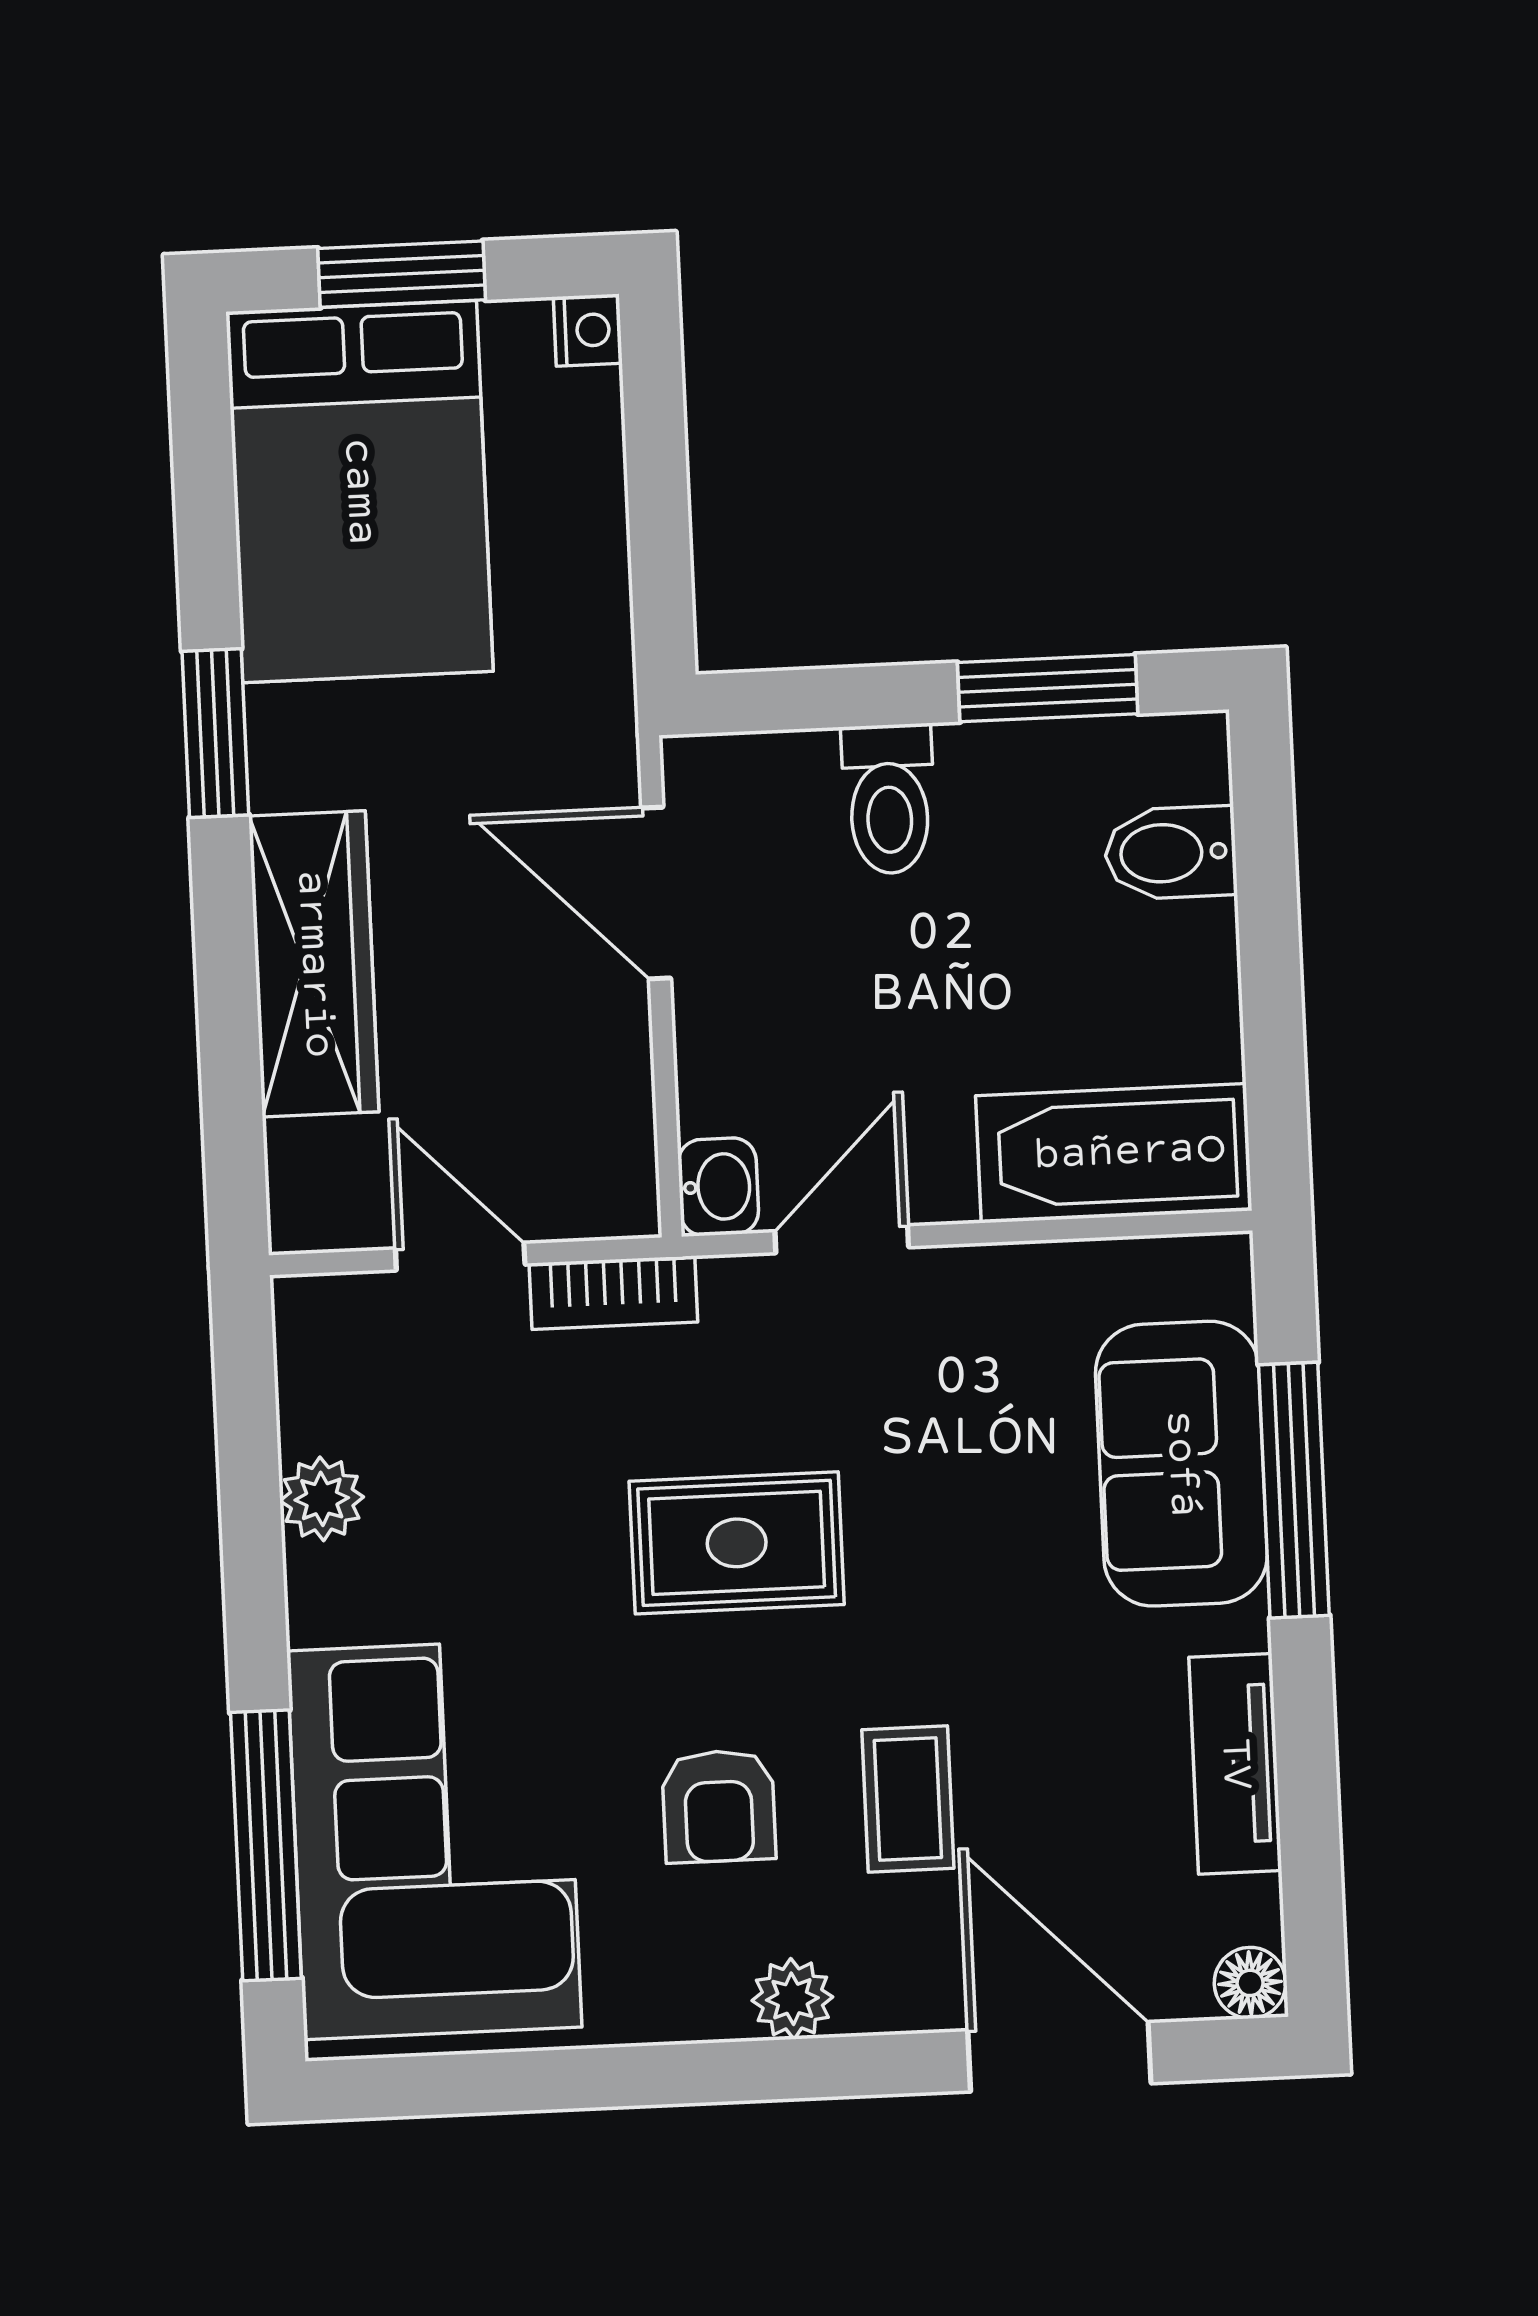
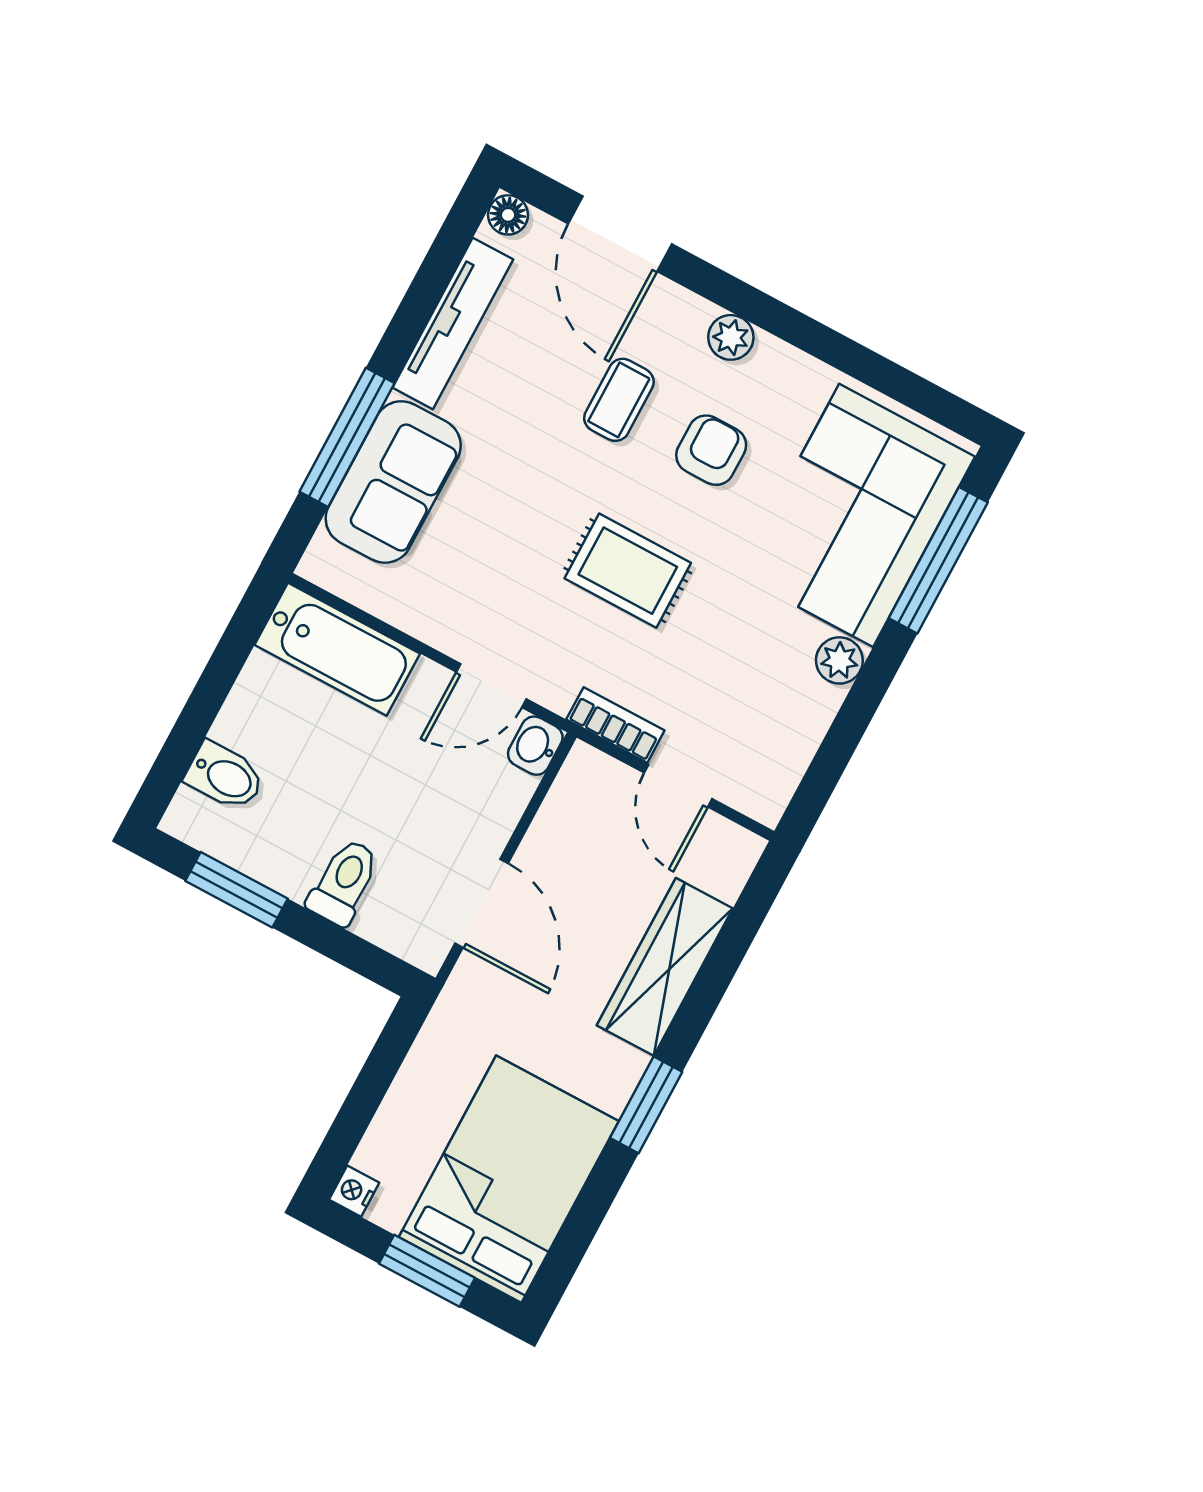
plant: (322, 1499) -> (839, 660), moved
tv unit: (1235, 1764) -> (453, 324), width x1.41

